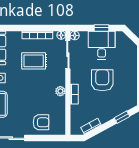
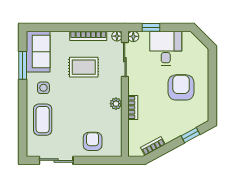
window: (102, 28) -> (151, 27), moved
armchair: (102, 80) -> (181, 87), moved
armchair: (41, 122) -> (93, 141), turned -90

